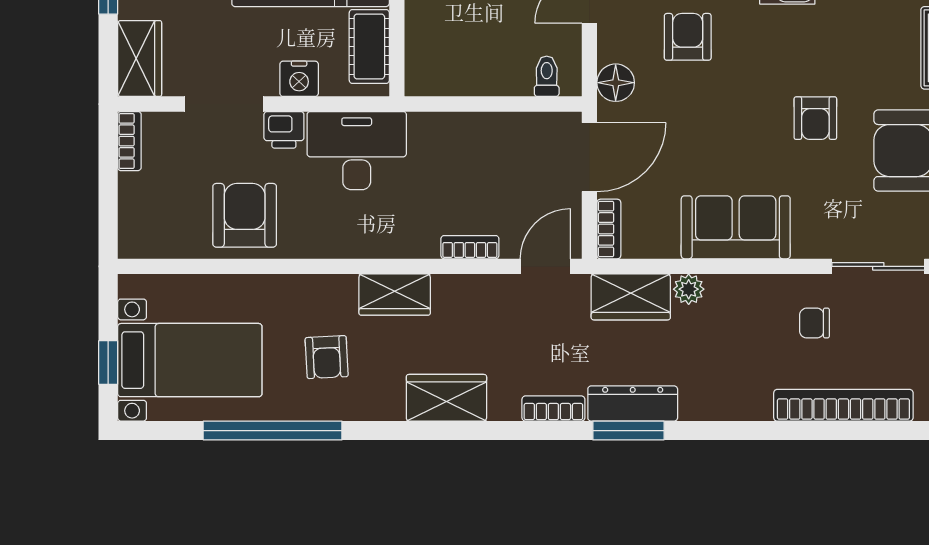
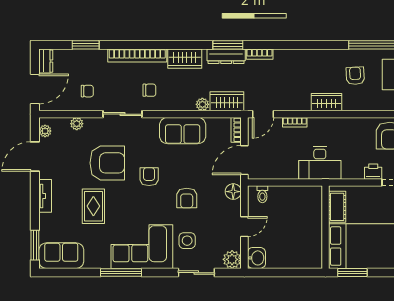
armchair: (688, 37) -> (187, 198), moved
nightstand: (299, 79) -> (367, 193), removed
desk: (357, 151) -> (320, 163), moved
wardrobe: (446, 398) -> (185, 59), moved

